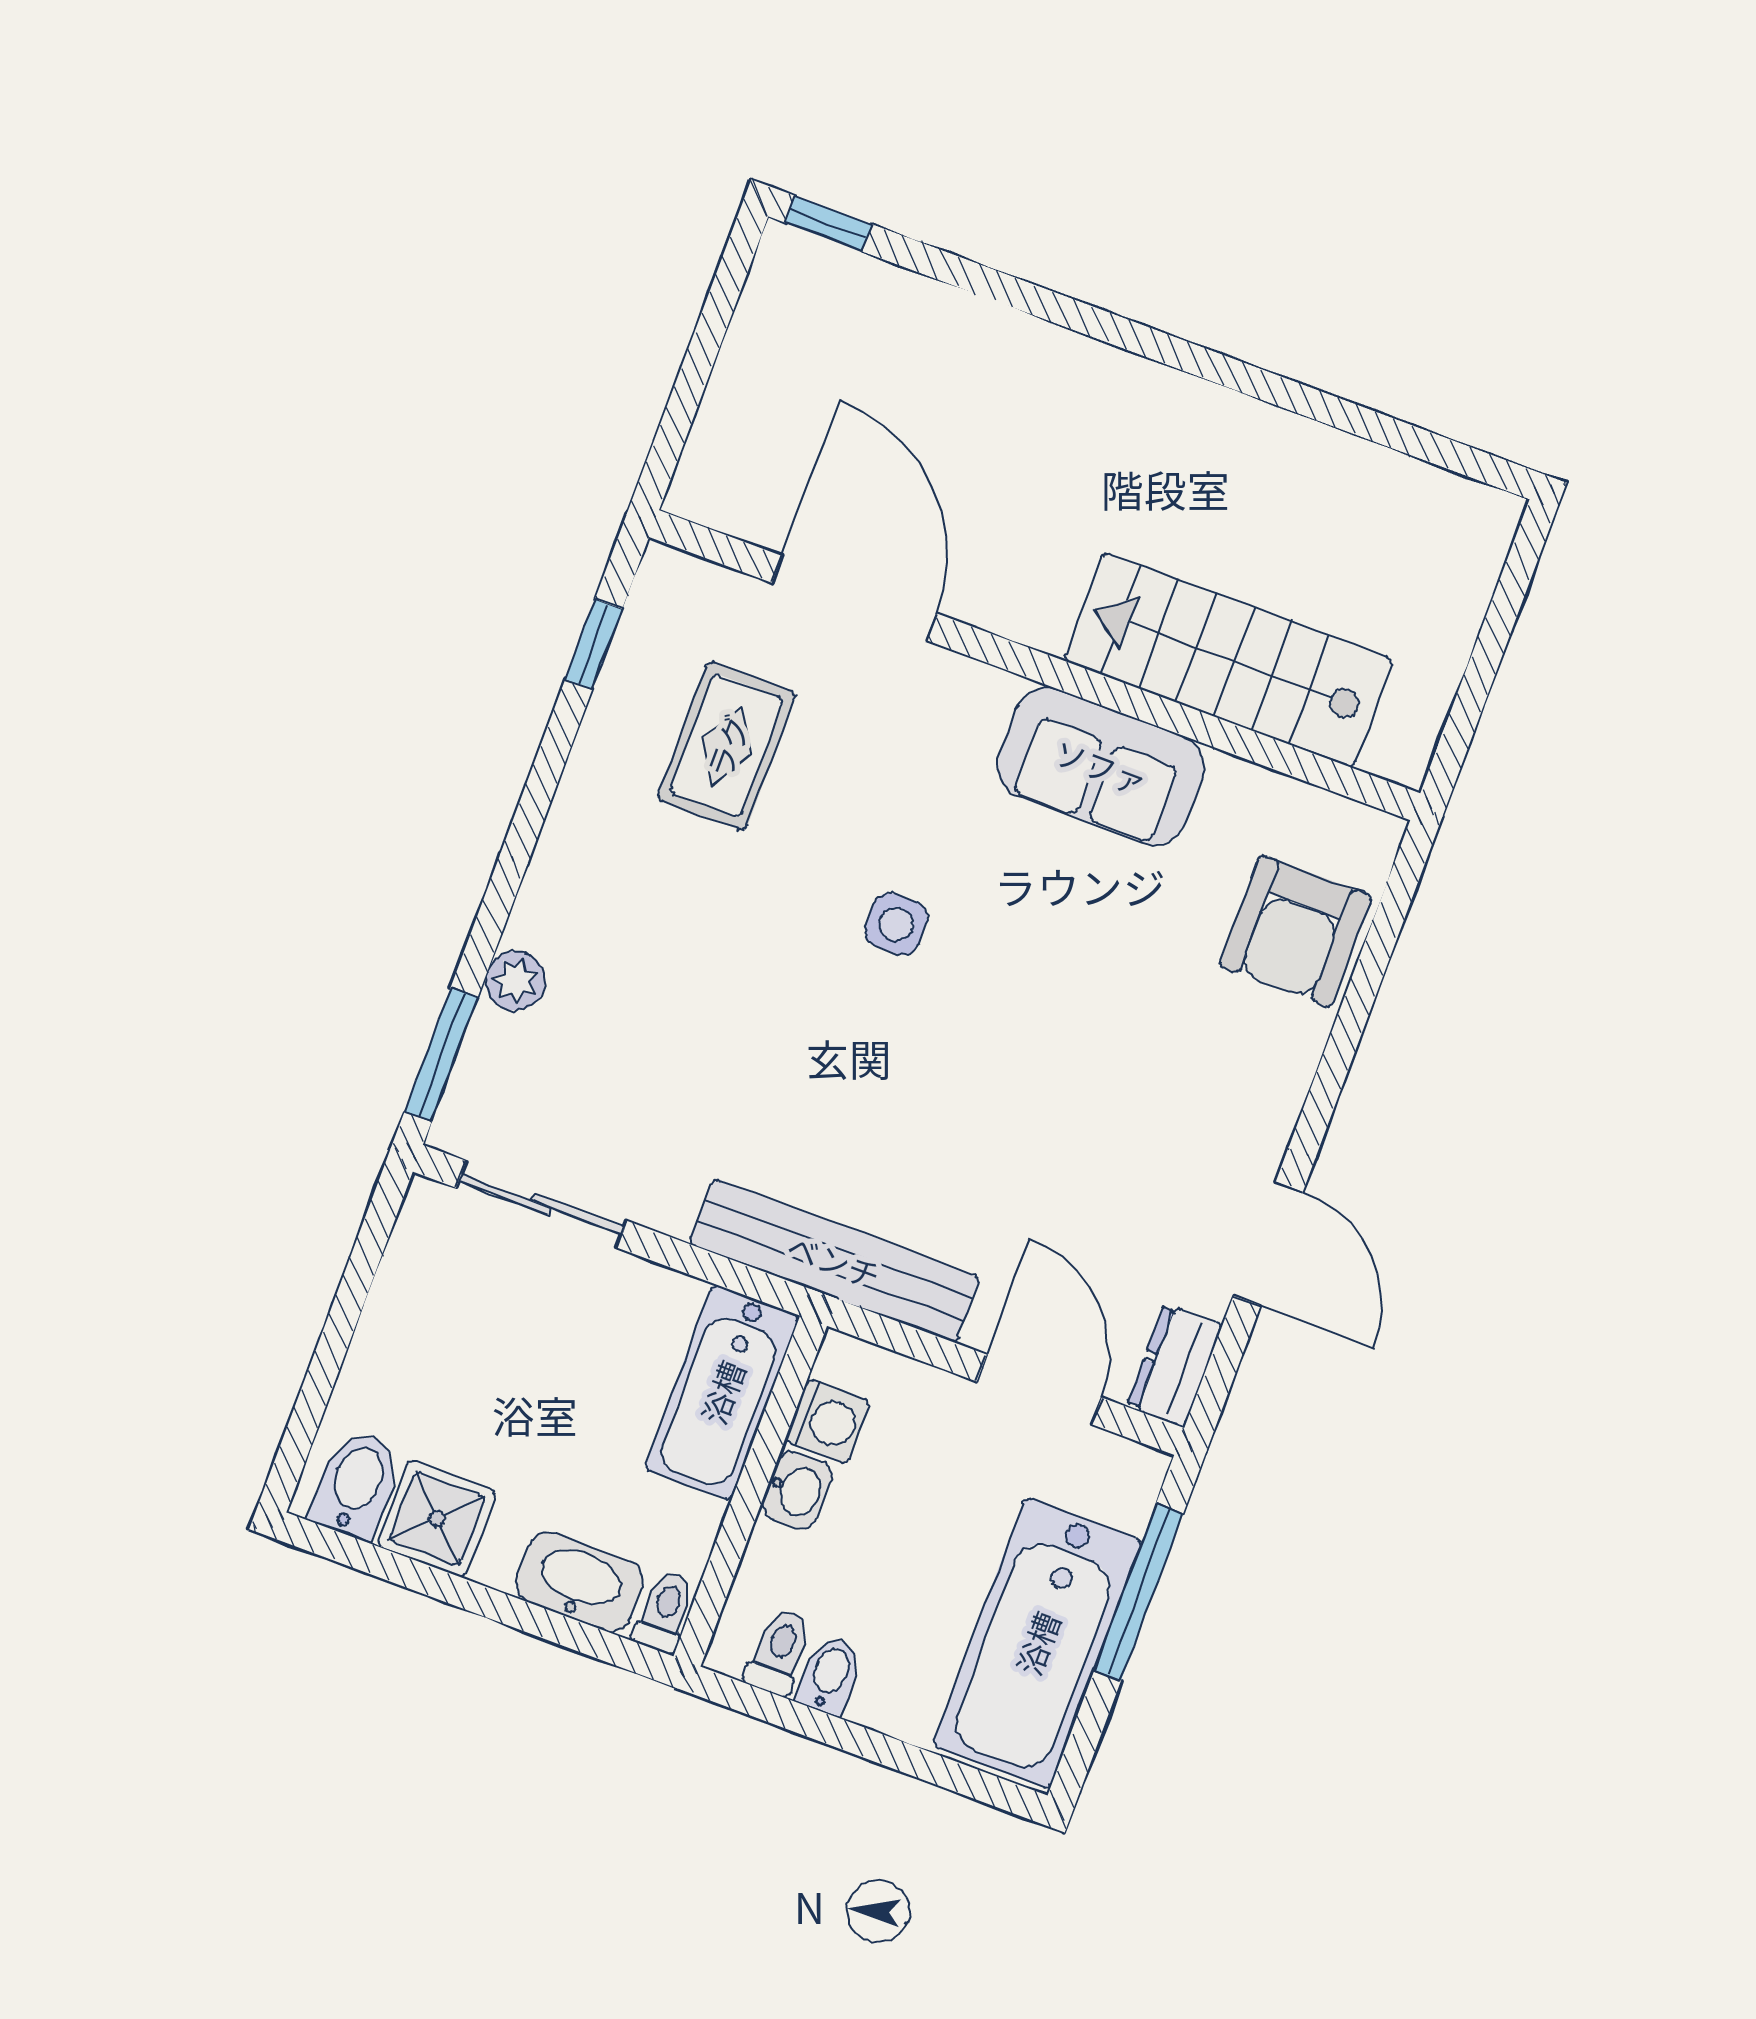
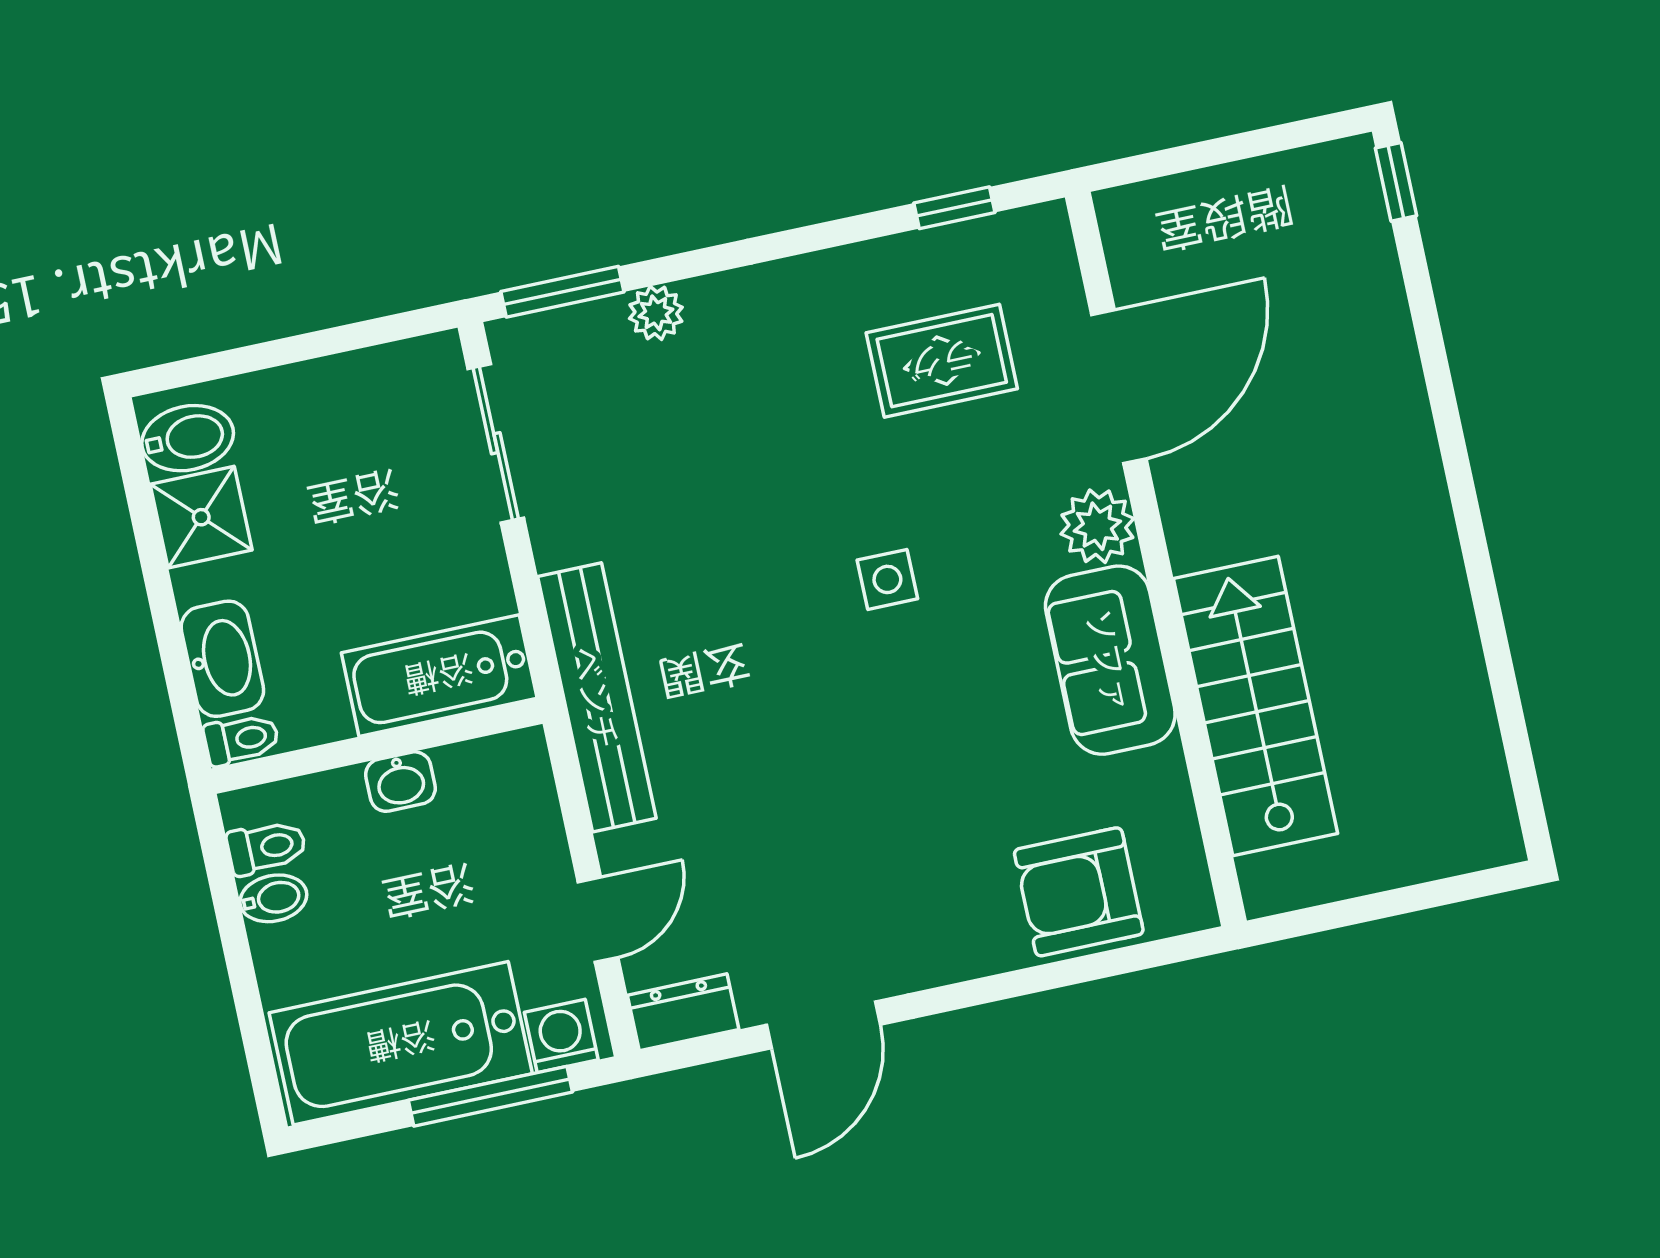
plant: (970, 700) -> (1097, 526), added
door: (1039, 1389) -> (598, 920), width x0.73
washing machine: (828, 1421) -> (561, 1036), moved, turned 180

